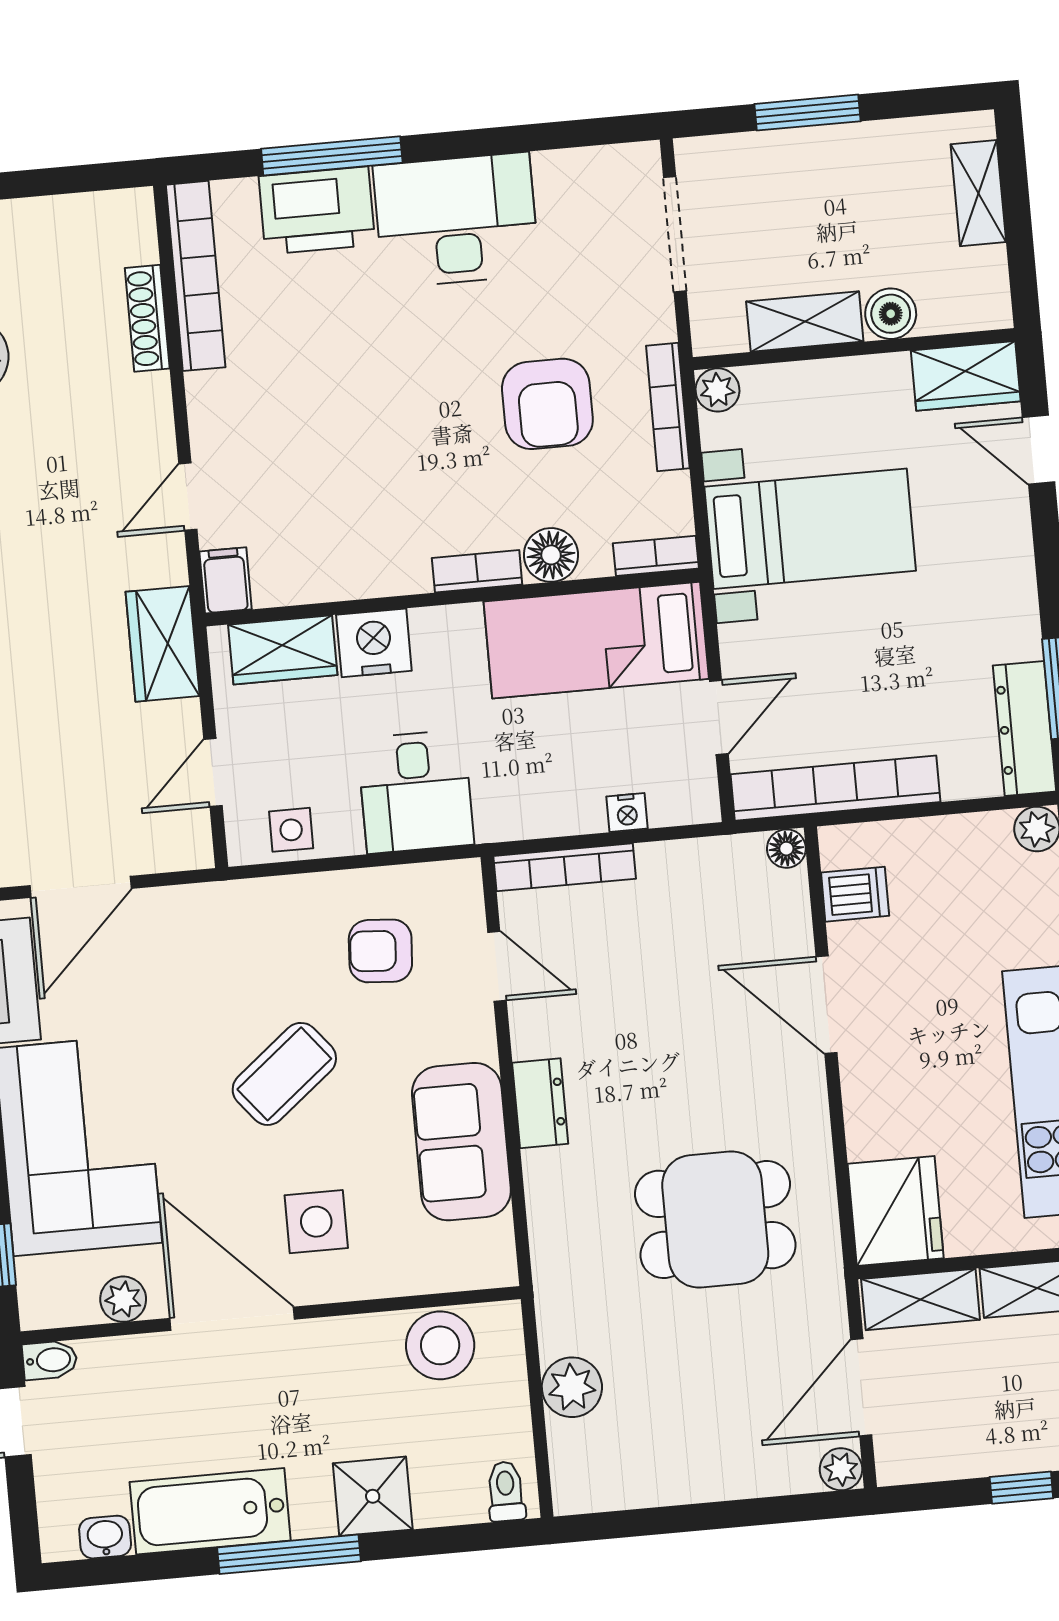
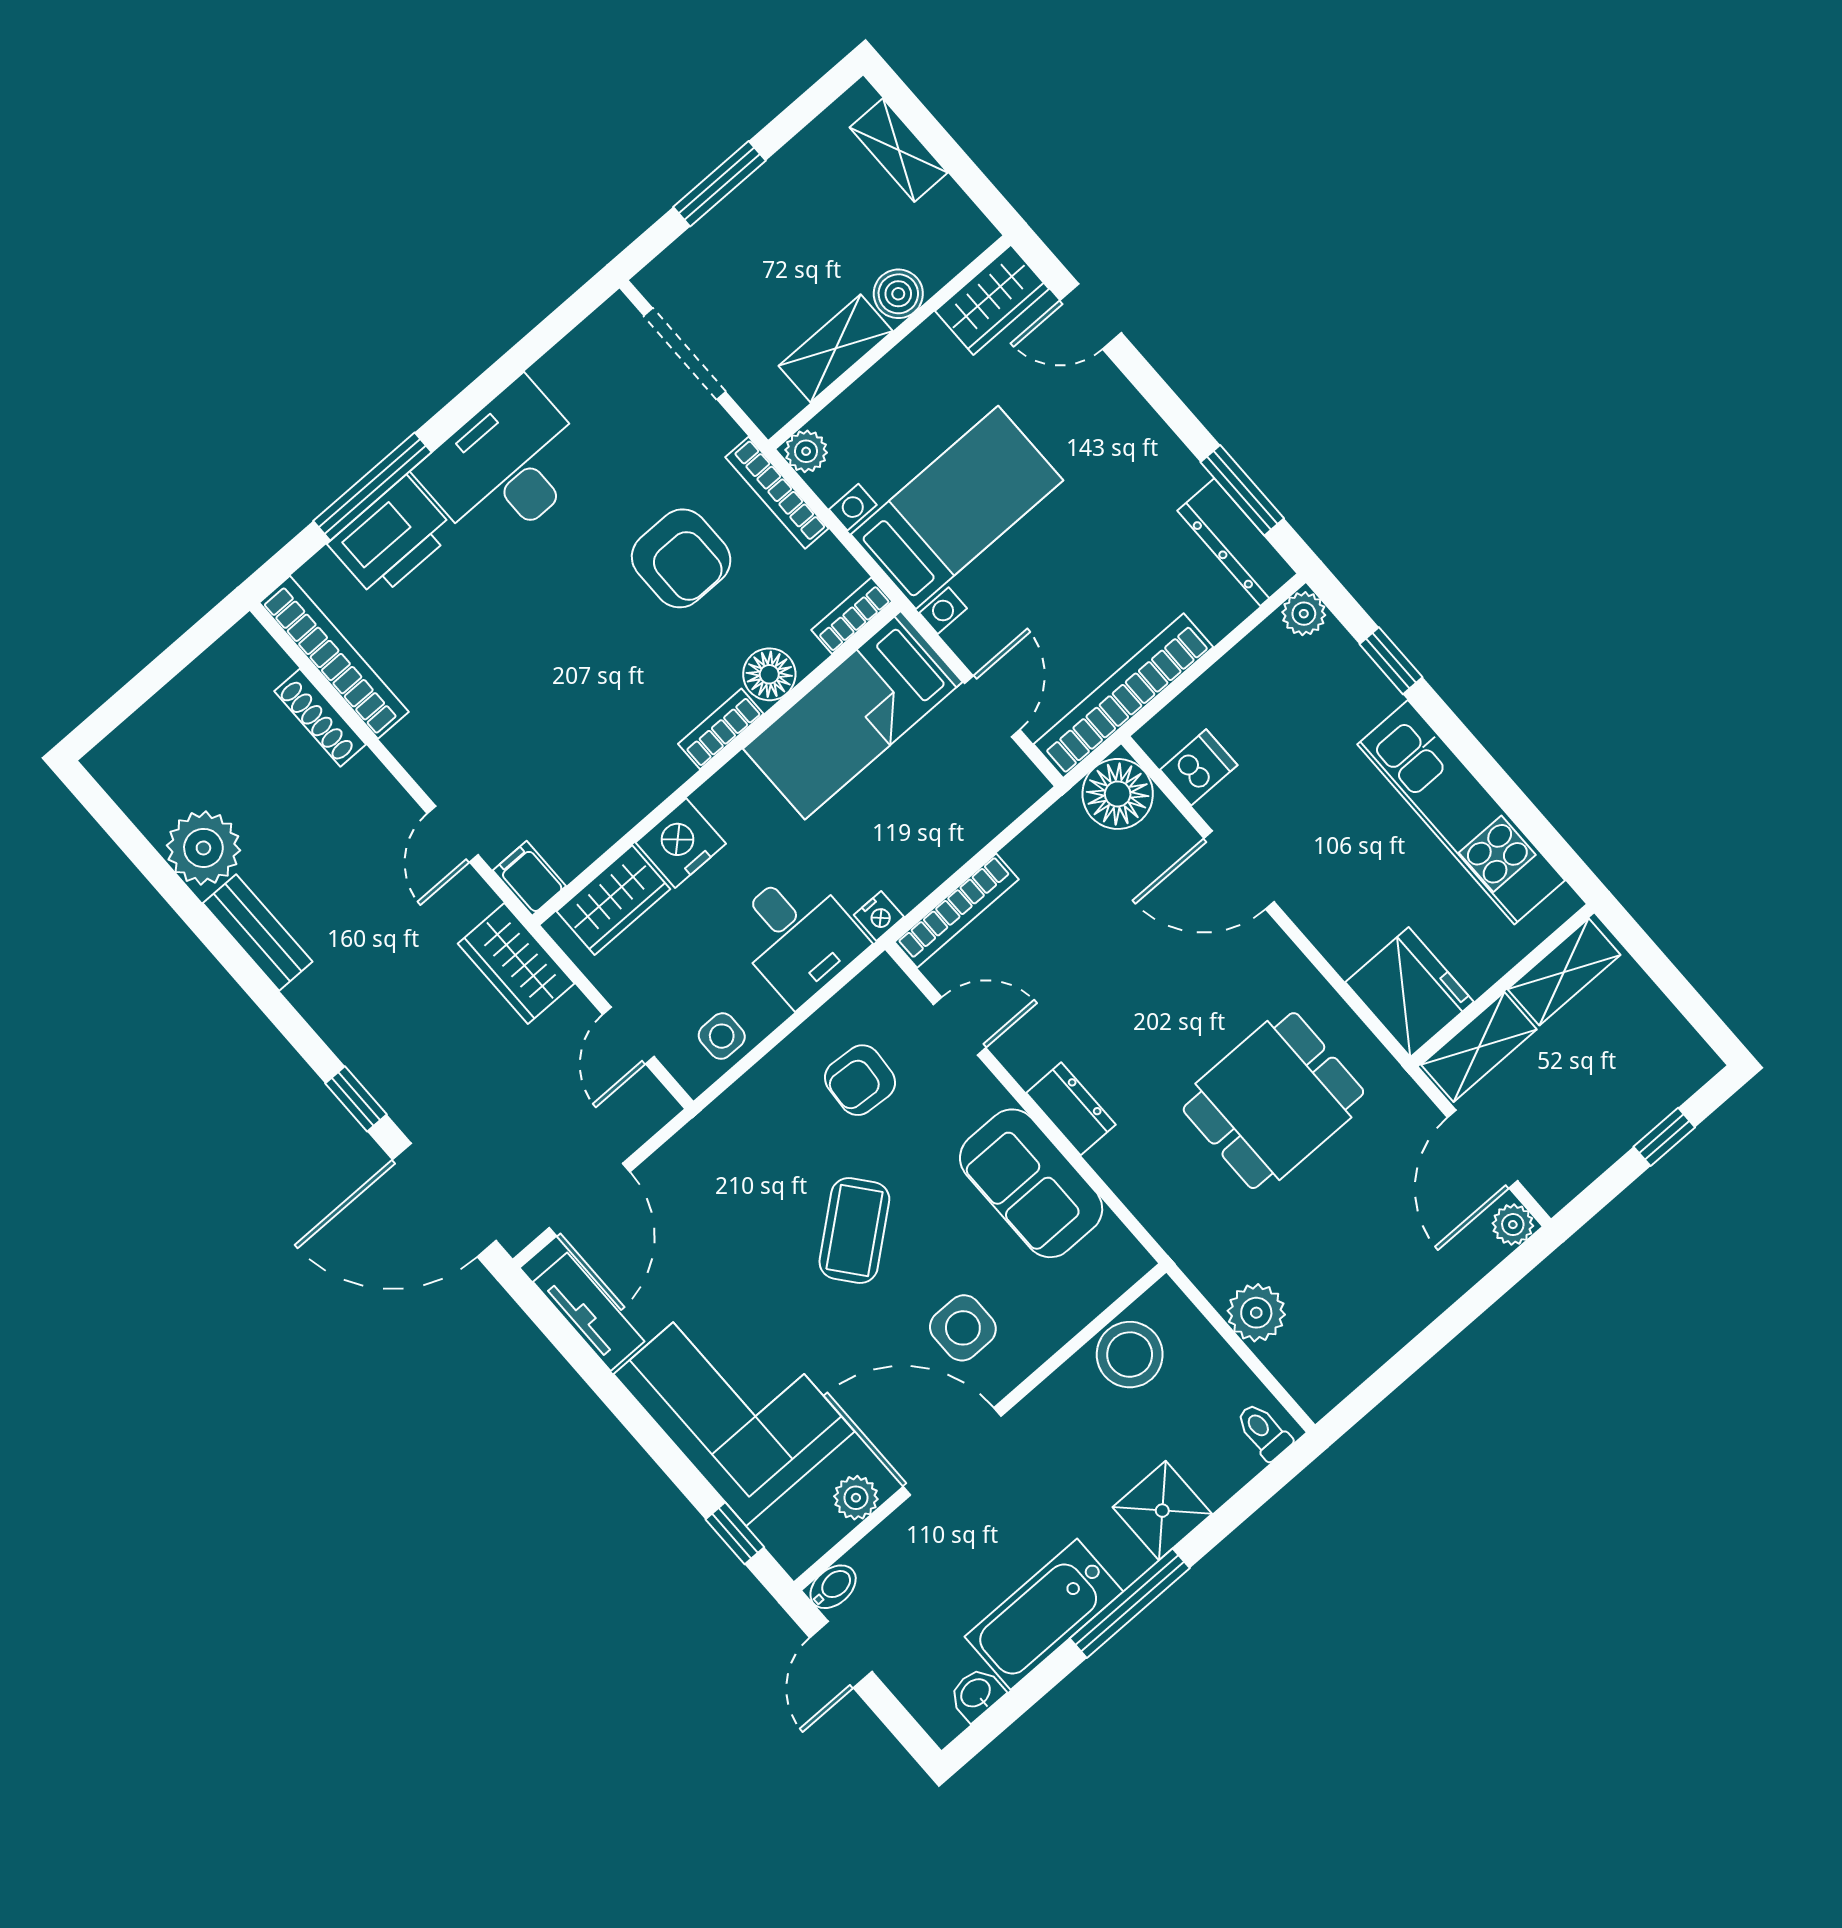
nightstand: (627, 813) -> (879, 916), moved
floor lamp: (786, 849) -> (1118, 794), width x1.89, depth x1.89

